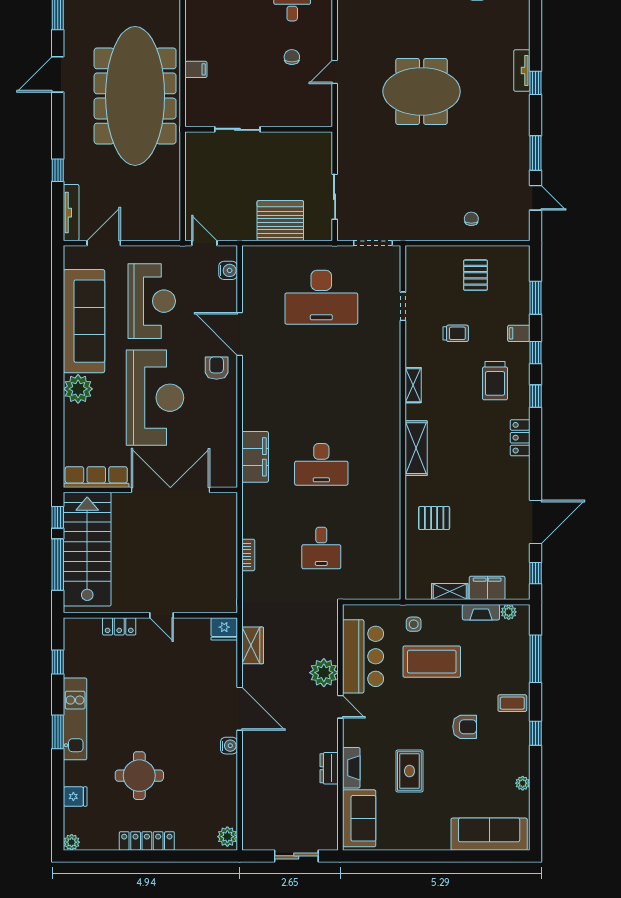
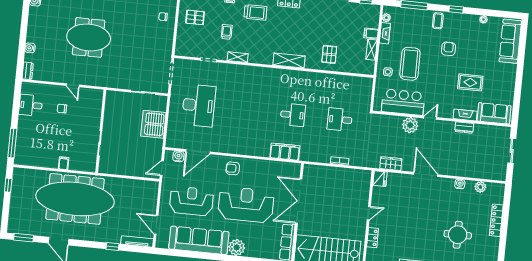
meeting table: (422, 91) -> (89, 37), turned 90
door: (240, 334) -> (198, 152), moved
shelving: (413, 385) -> (238, 57), moved
desk: (321, 464) -> (293, 115), width x0.73
desk: (321, 548) -> (340, 120), turned 180
filing cabinet: (487, 588) -> (371, 33), width x0.50
door: (240, 709) -> (426, 174), hinge flipped
water cooler: (229, 746) -> (460, 184), moved
plant: (227, 837) -> (480, 187), moved
locker: (147, 841) -> (496, 220), moved

